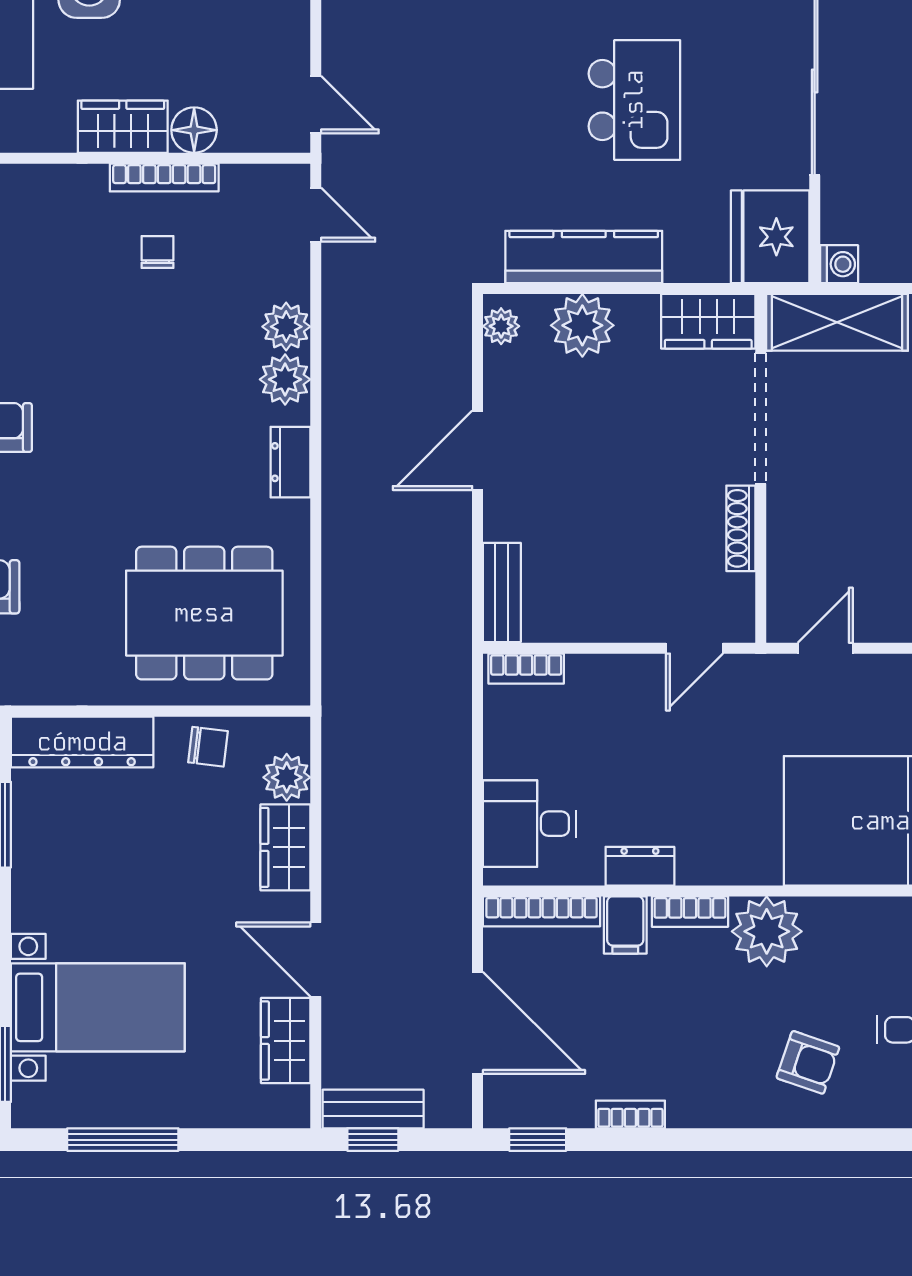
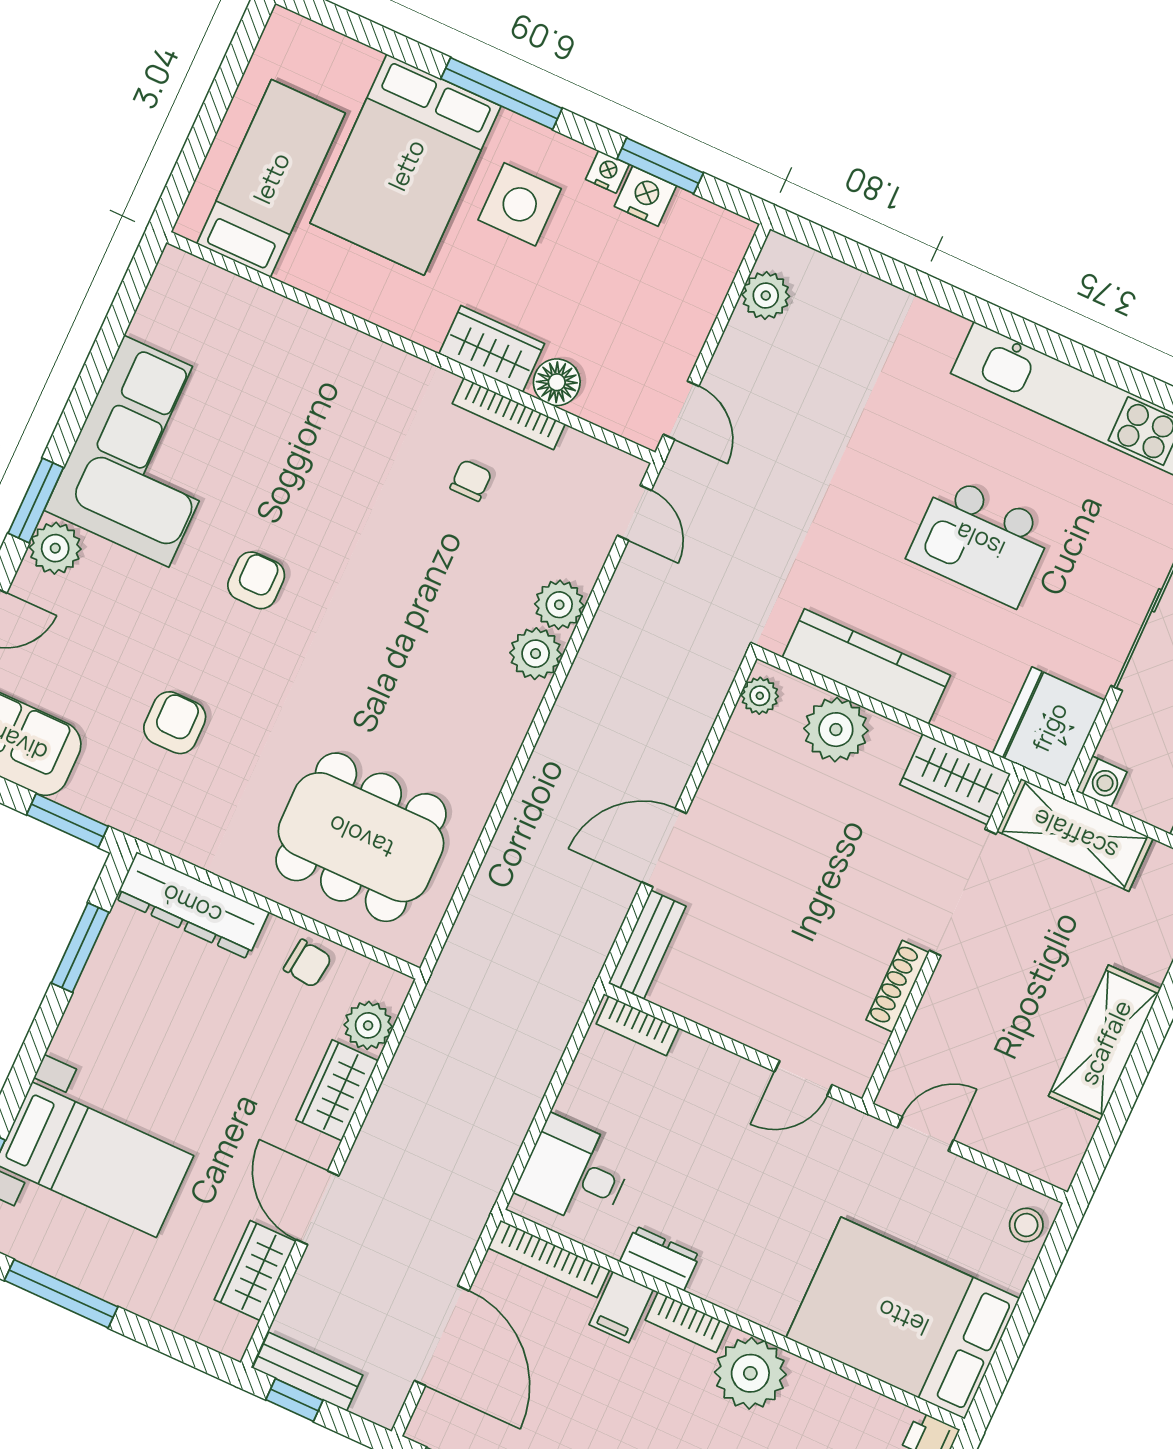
kitchen island: (634, 100) -> (980, 541), turned 90
door: (478, 450) -> (664, 848), moved
dresser: (290, 462) -> (506, 733), removed

